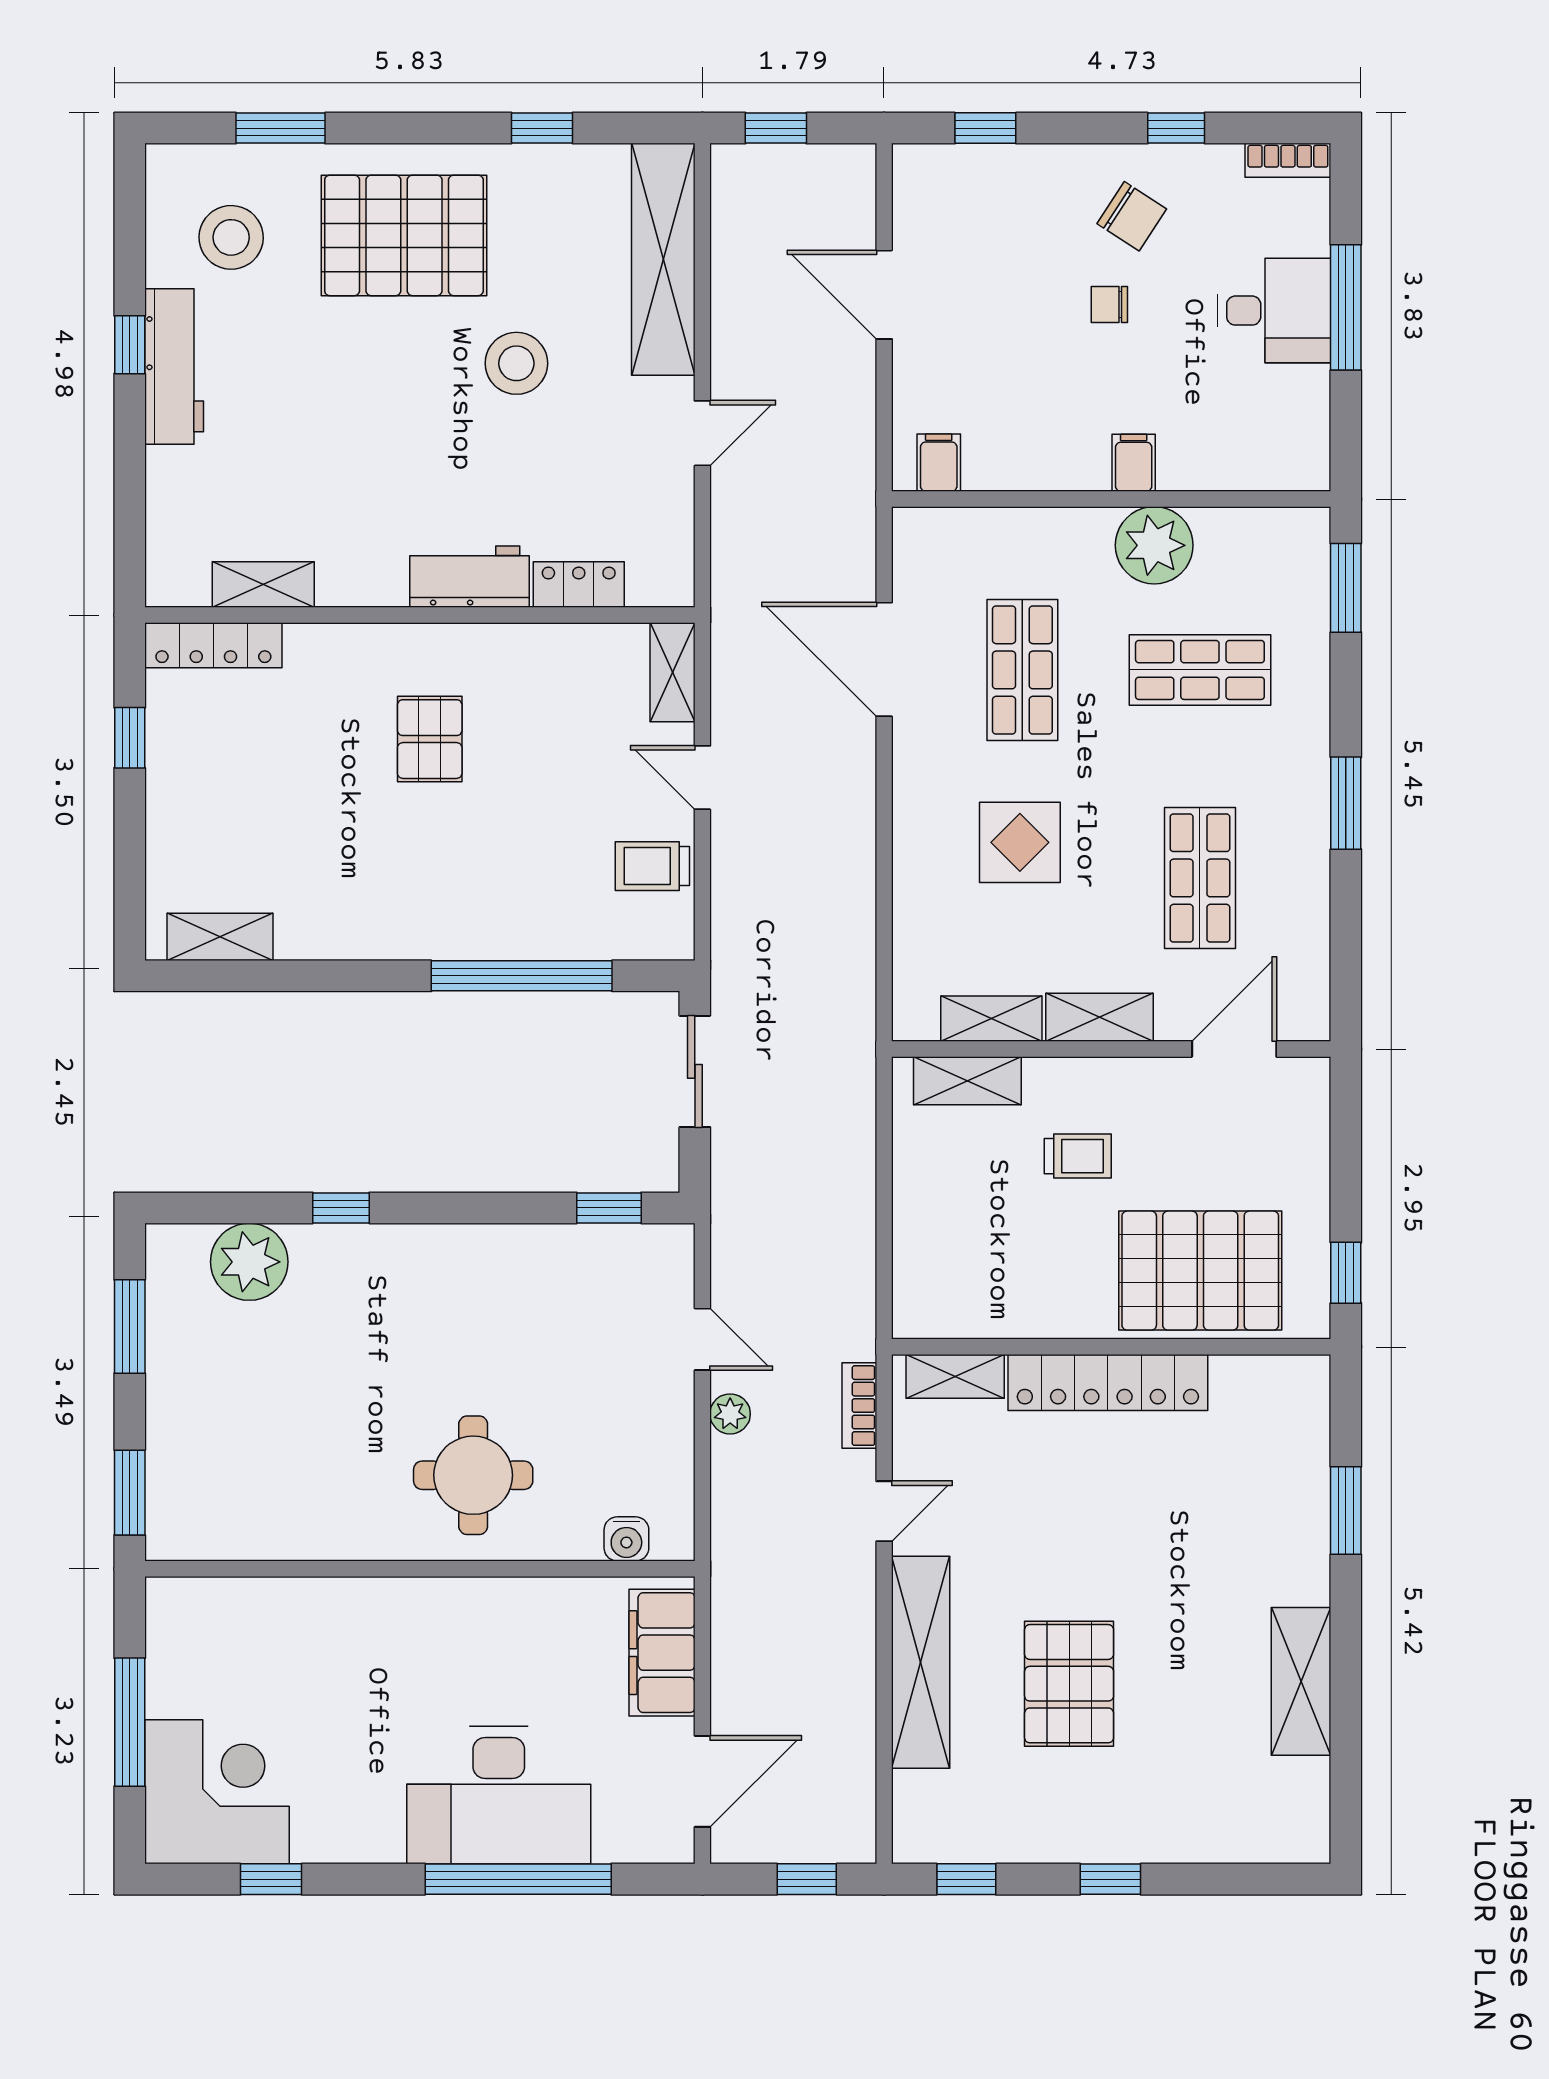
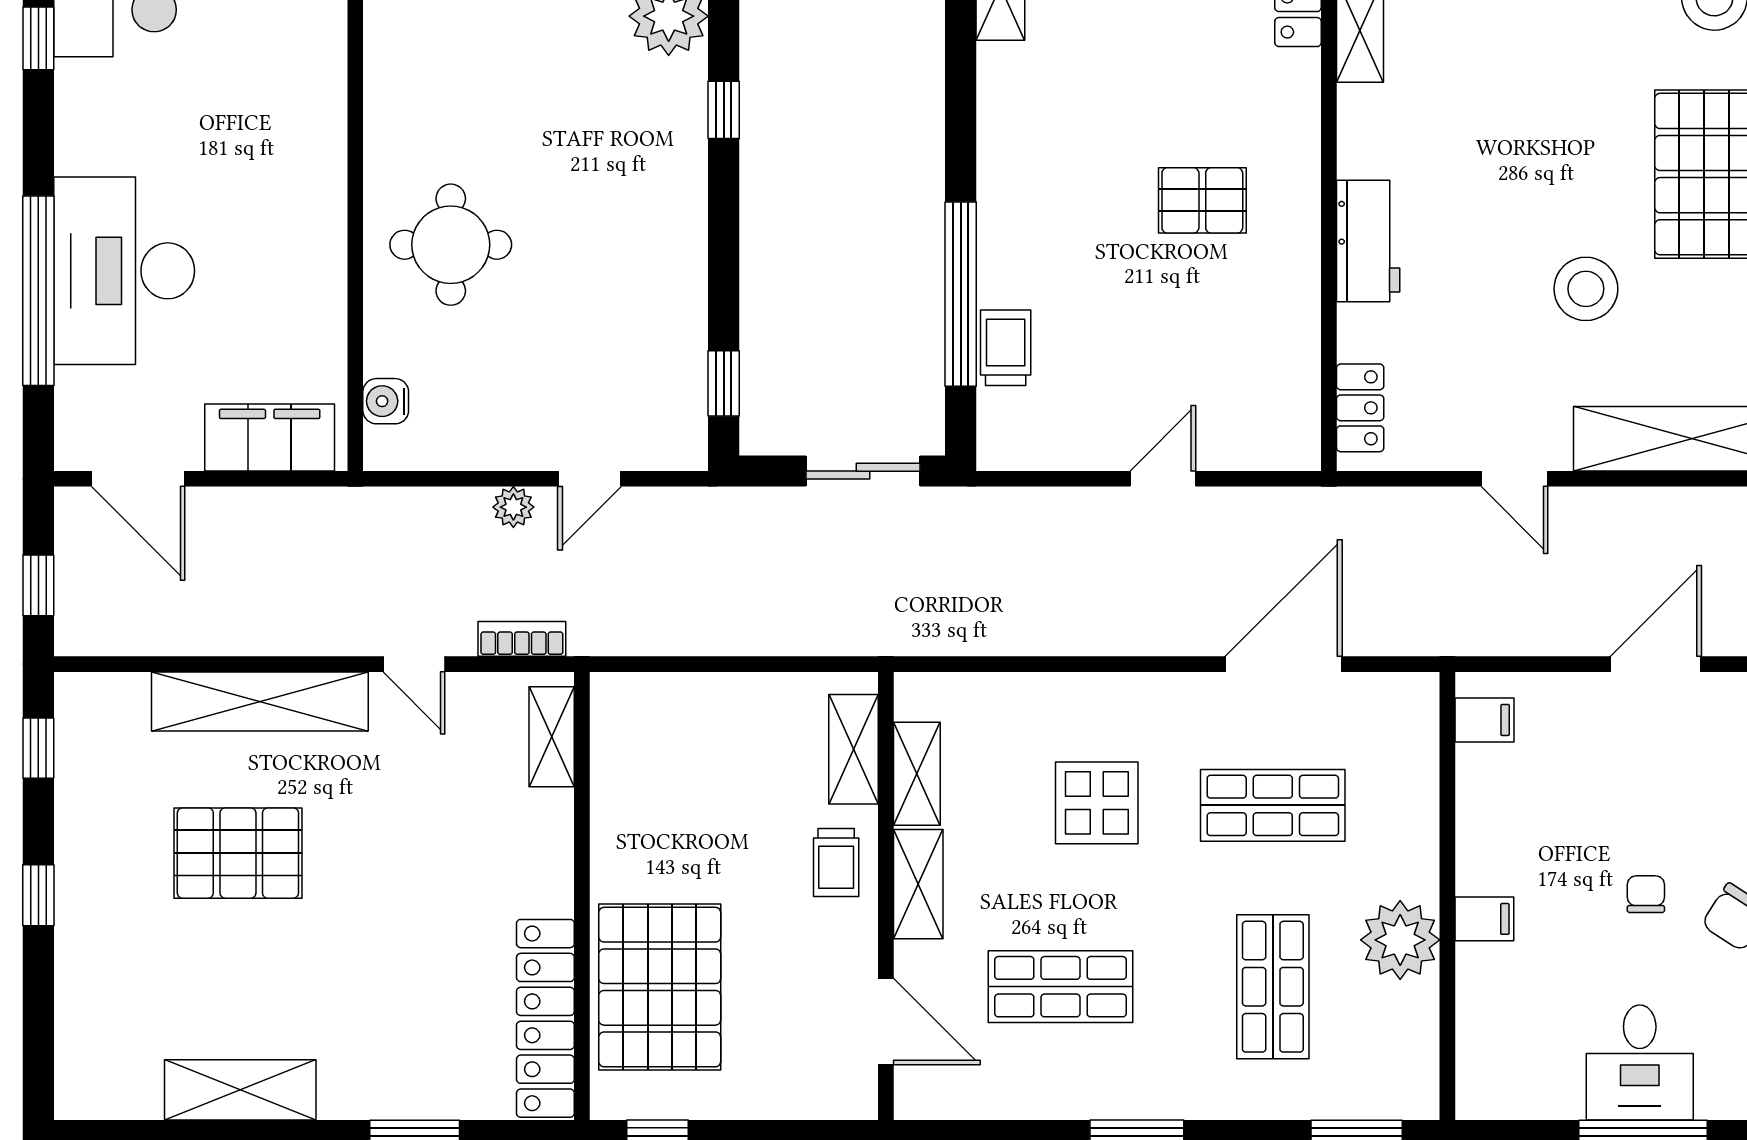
locker: (579, 584) -> (1360, 408), moved
shelving: (673, 672) -> (1271, 448), removed
trolley: (652, 866) -> (1006, 348), moved
trolley: (1078, 1156) -> (836, 863), moved
locker: (1108, 1383) -> (545, 1018), moved

